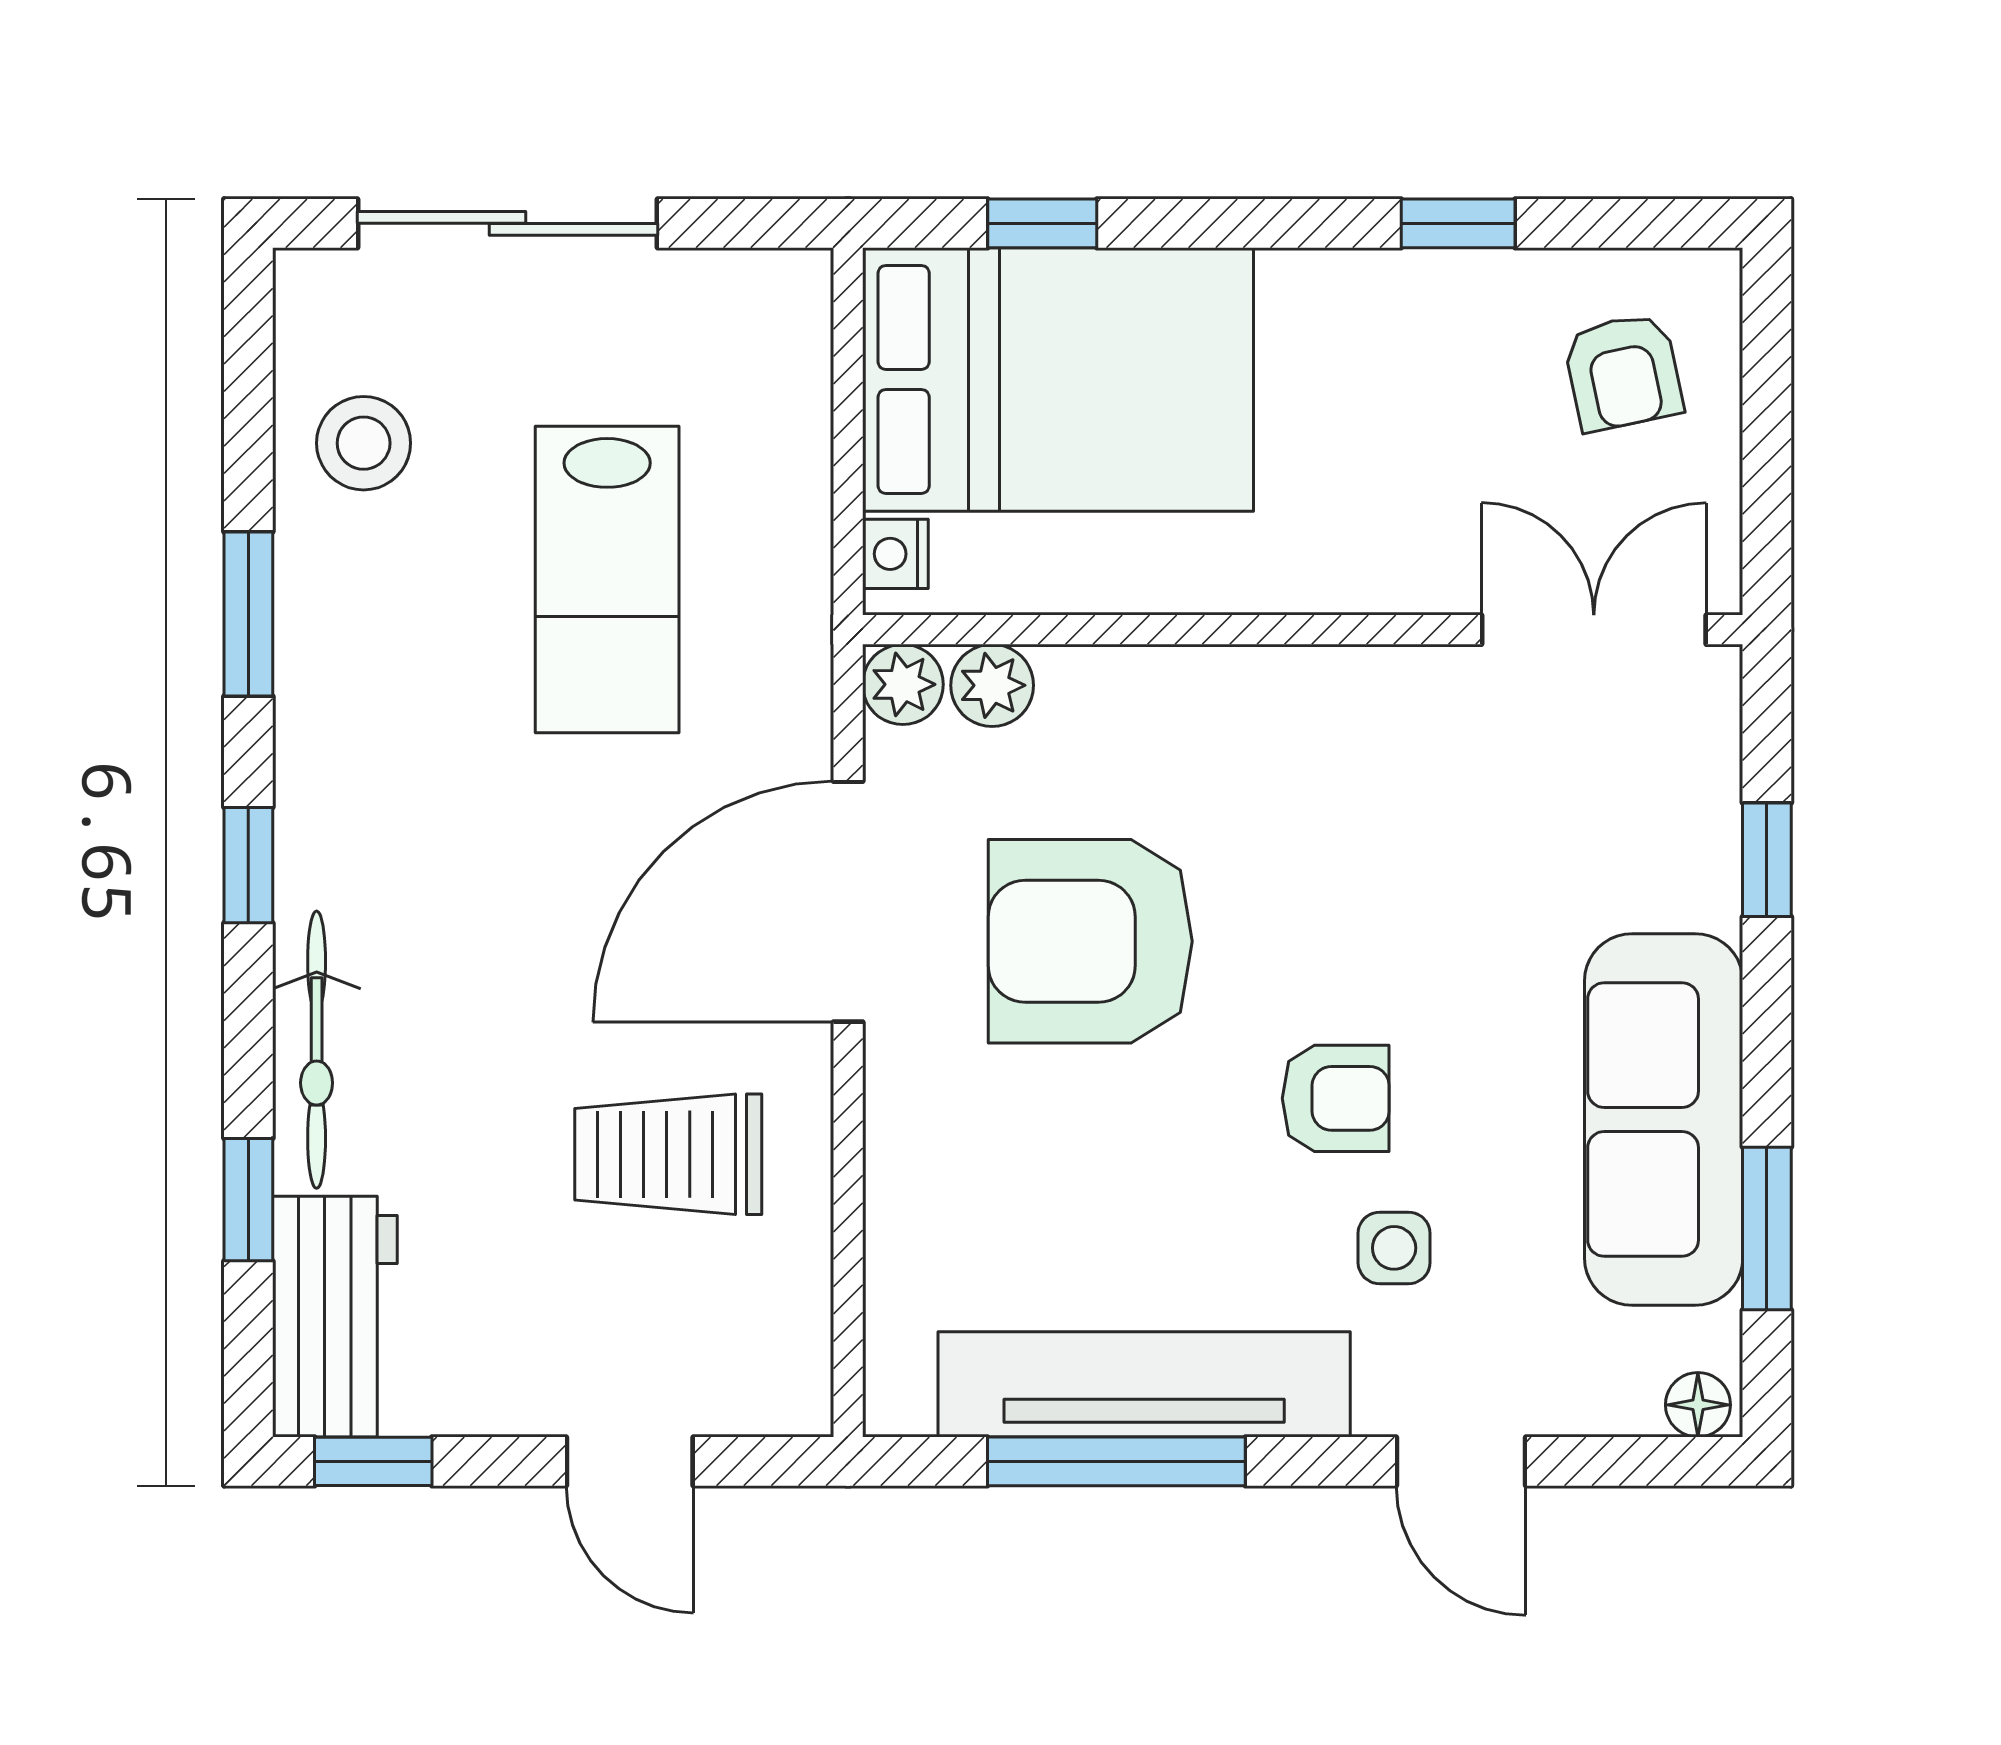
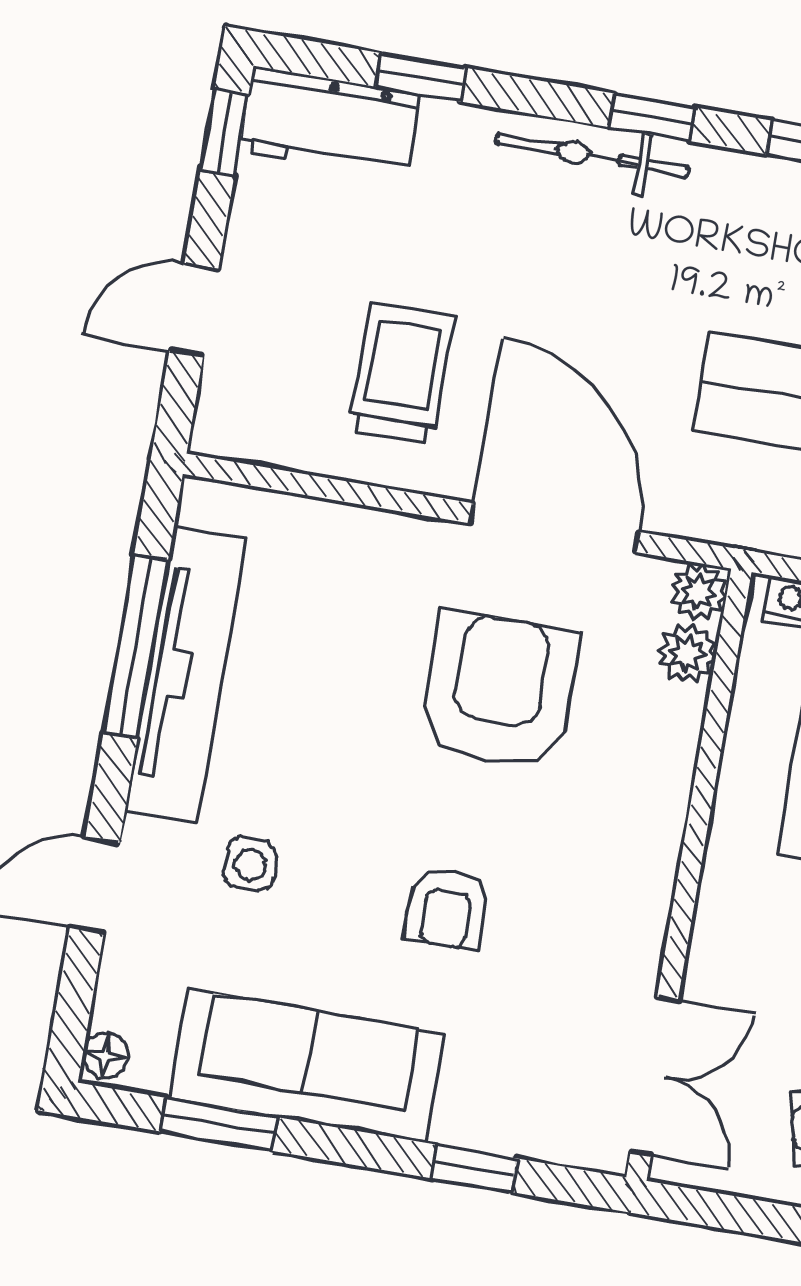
bicycle: (317, 1050) -> (592, 156), moved
armchair: (1336, 1098) -> (447, 908), moved

